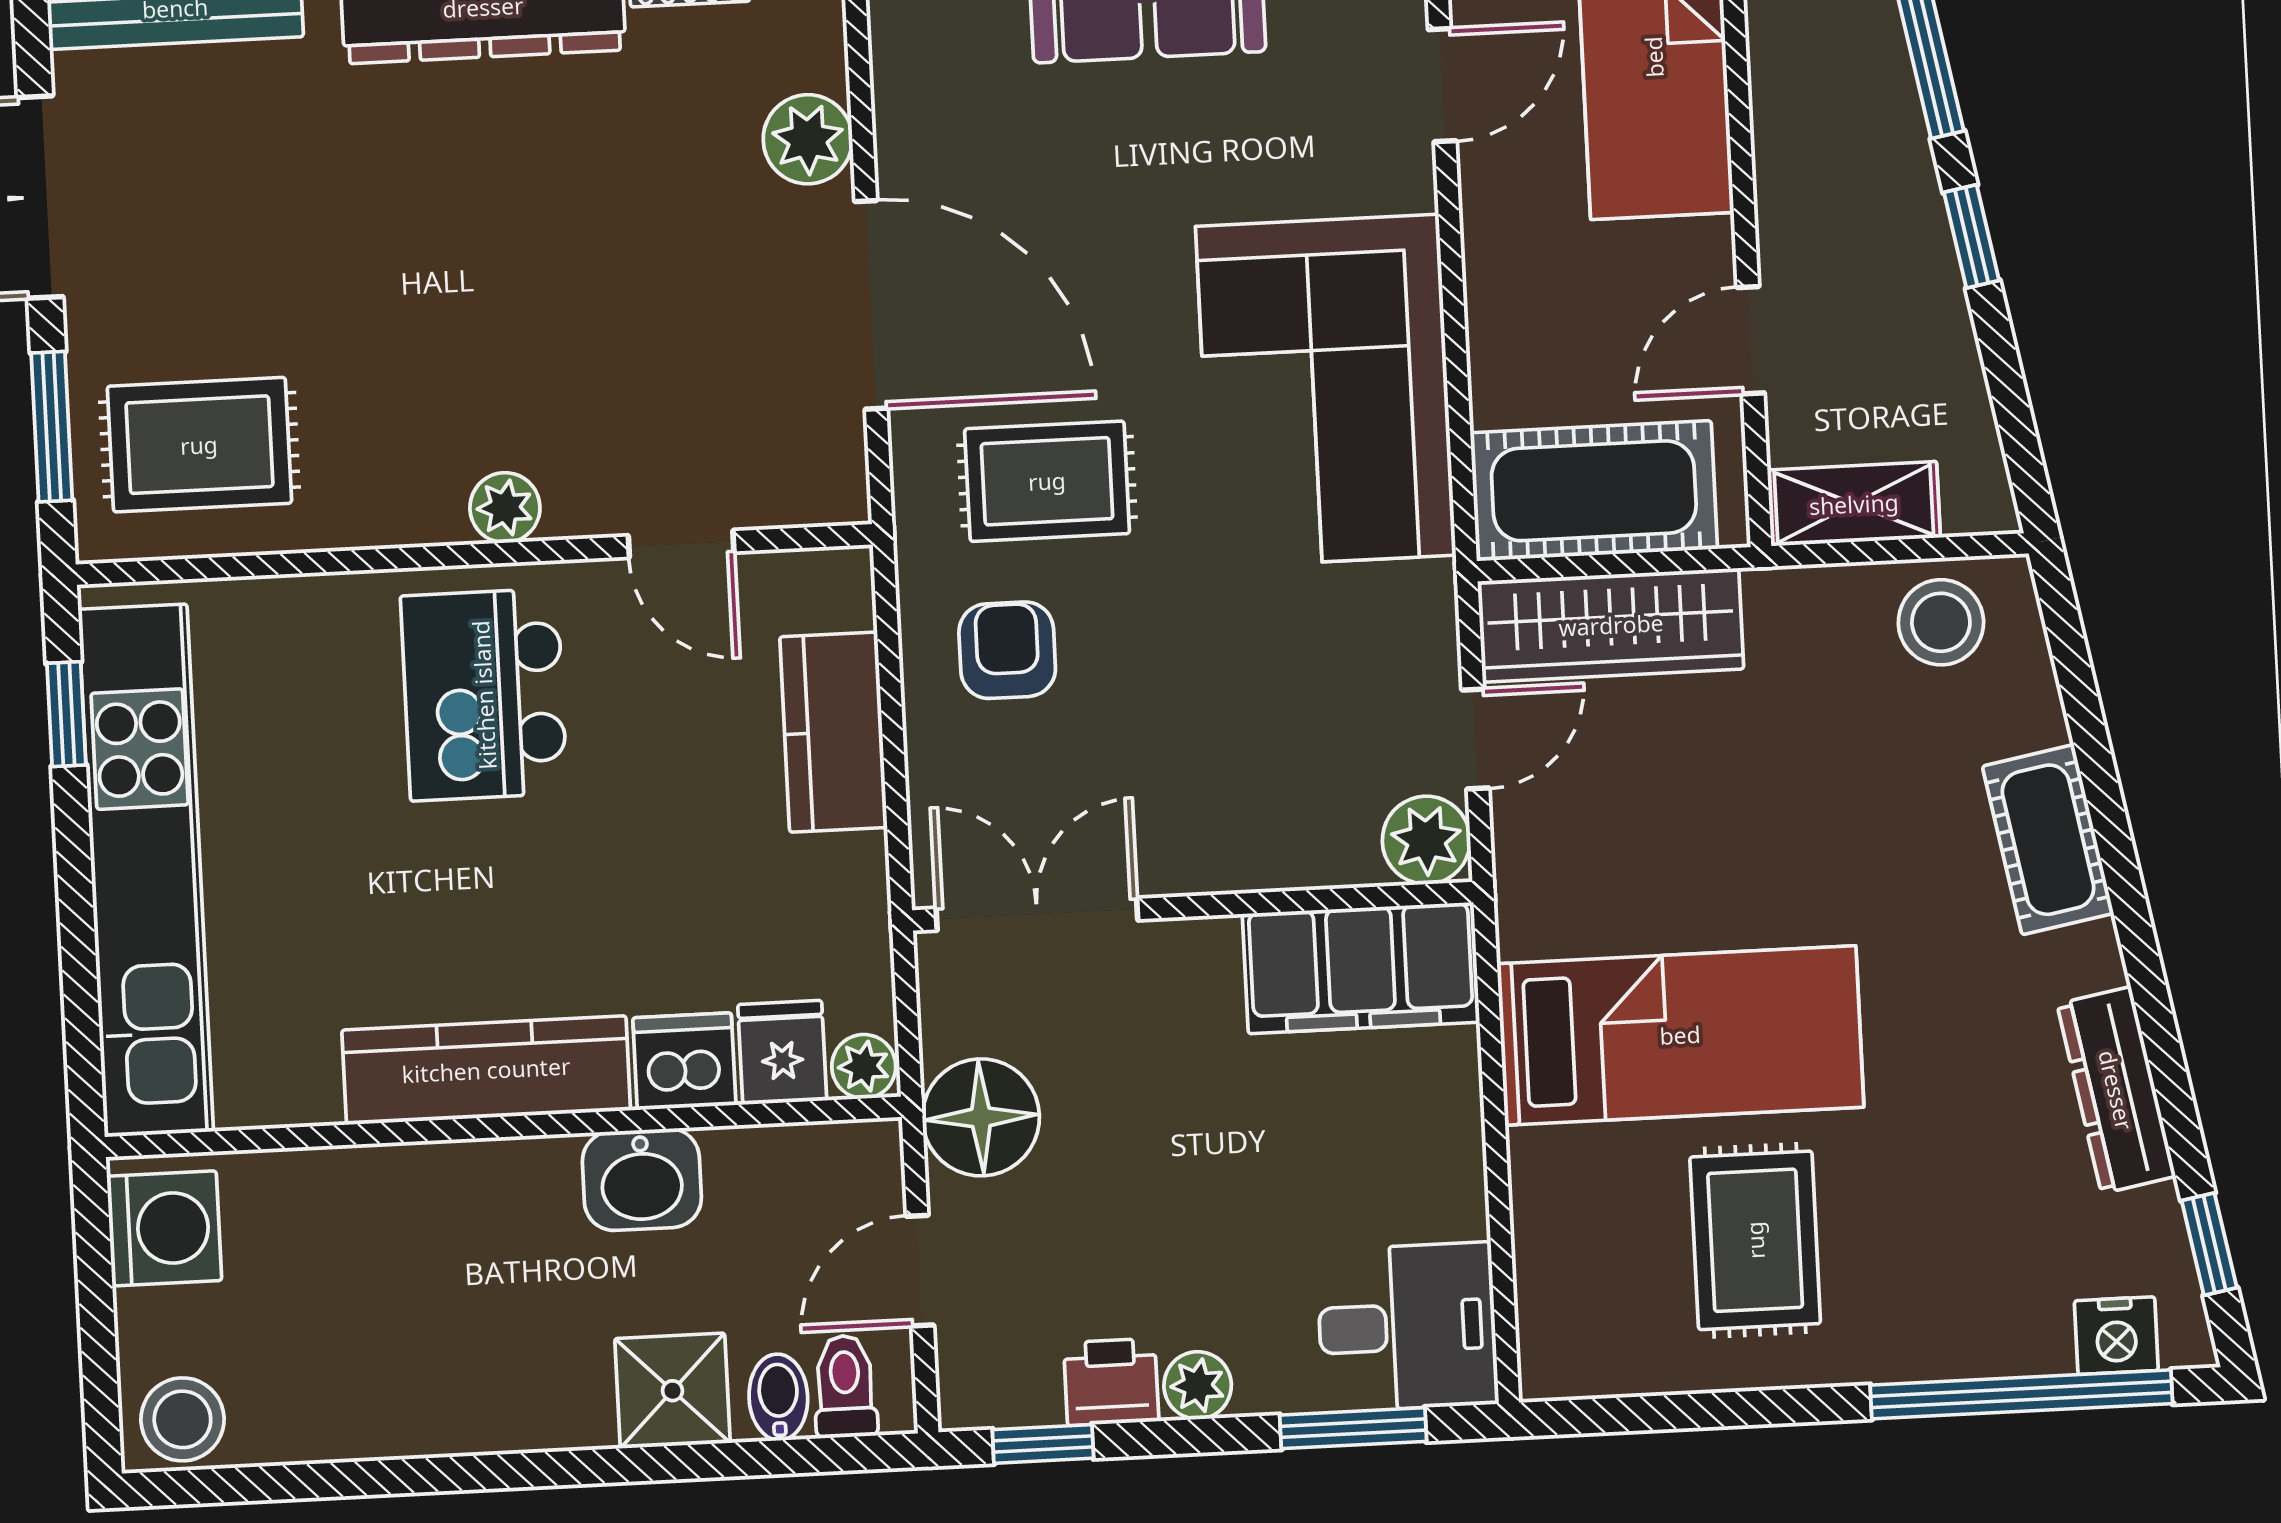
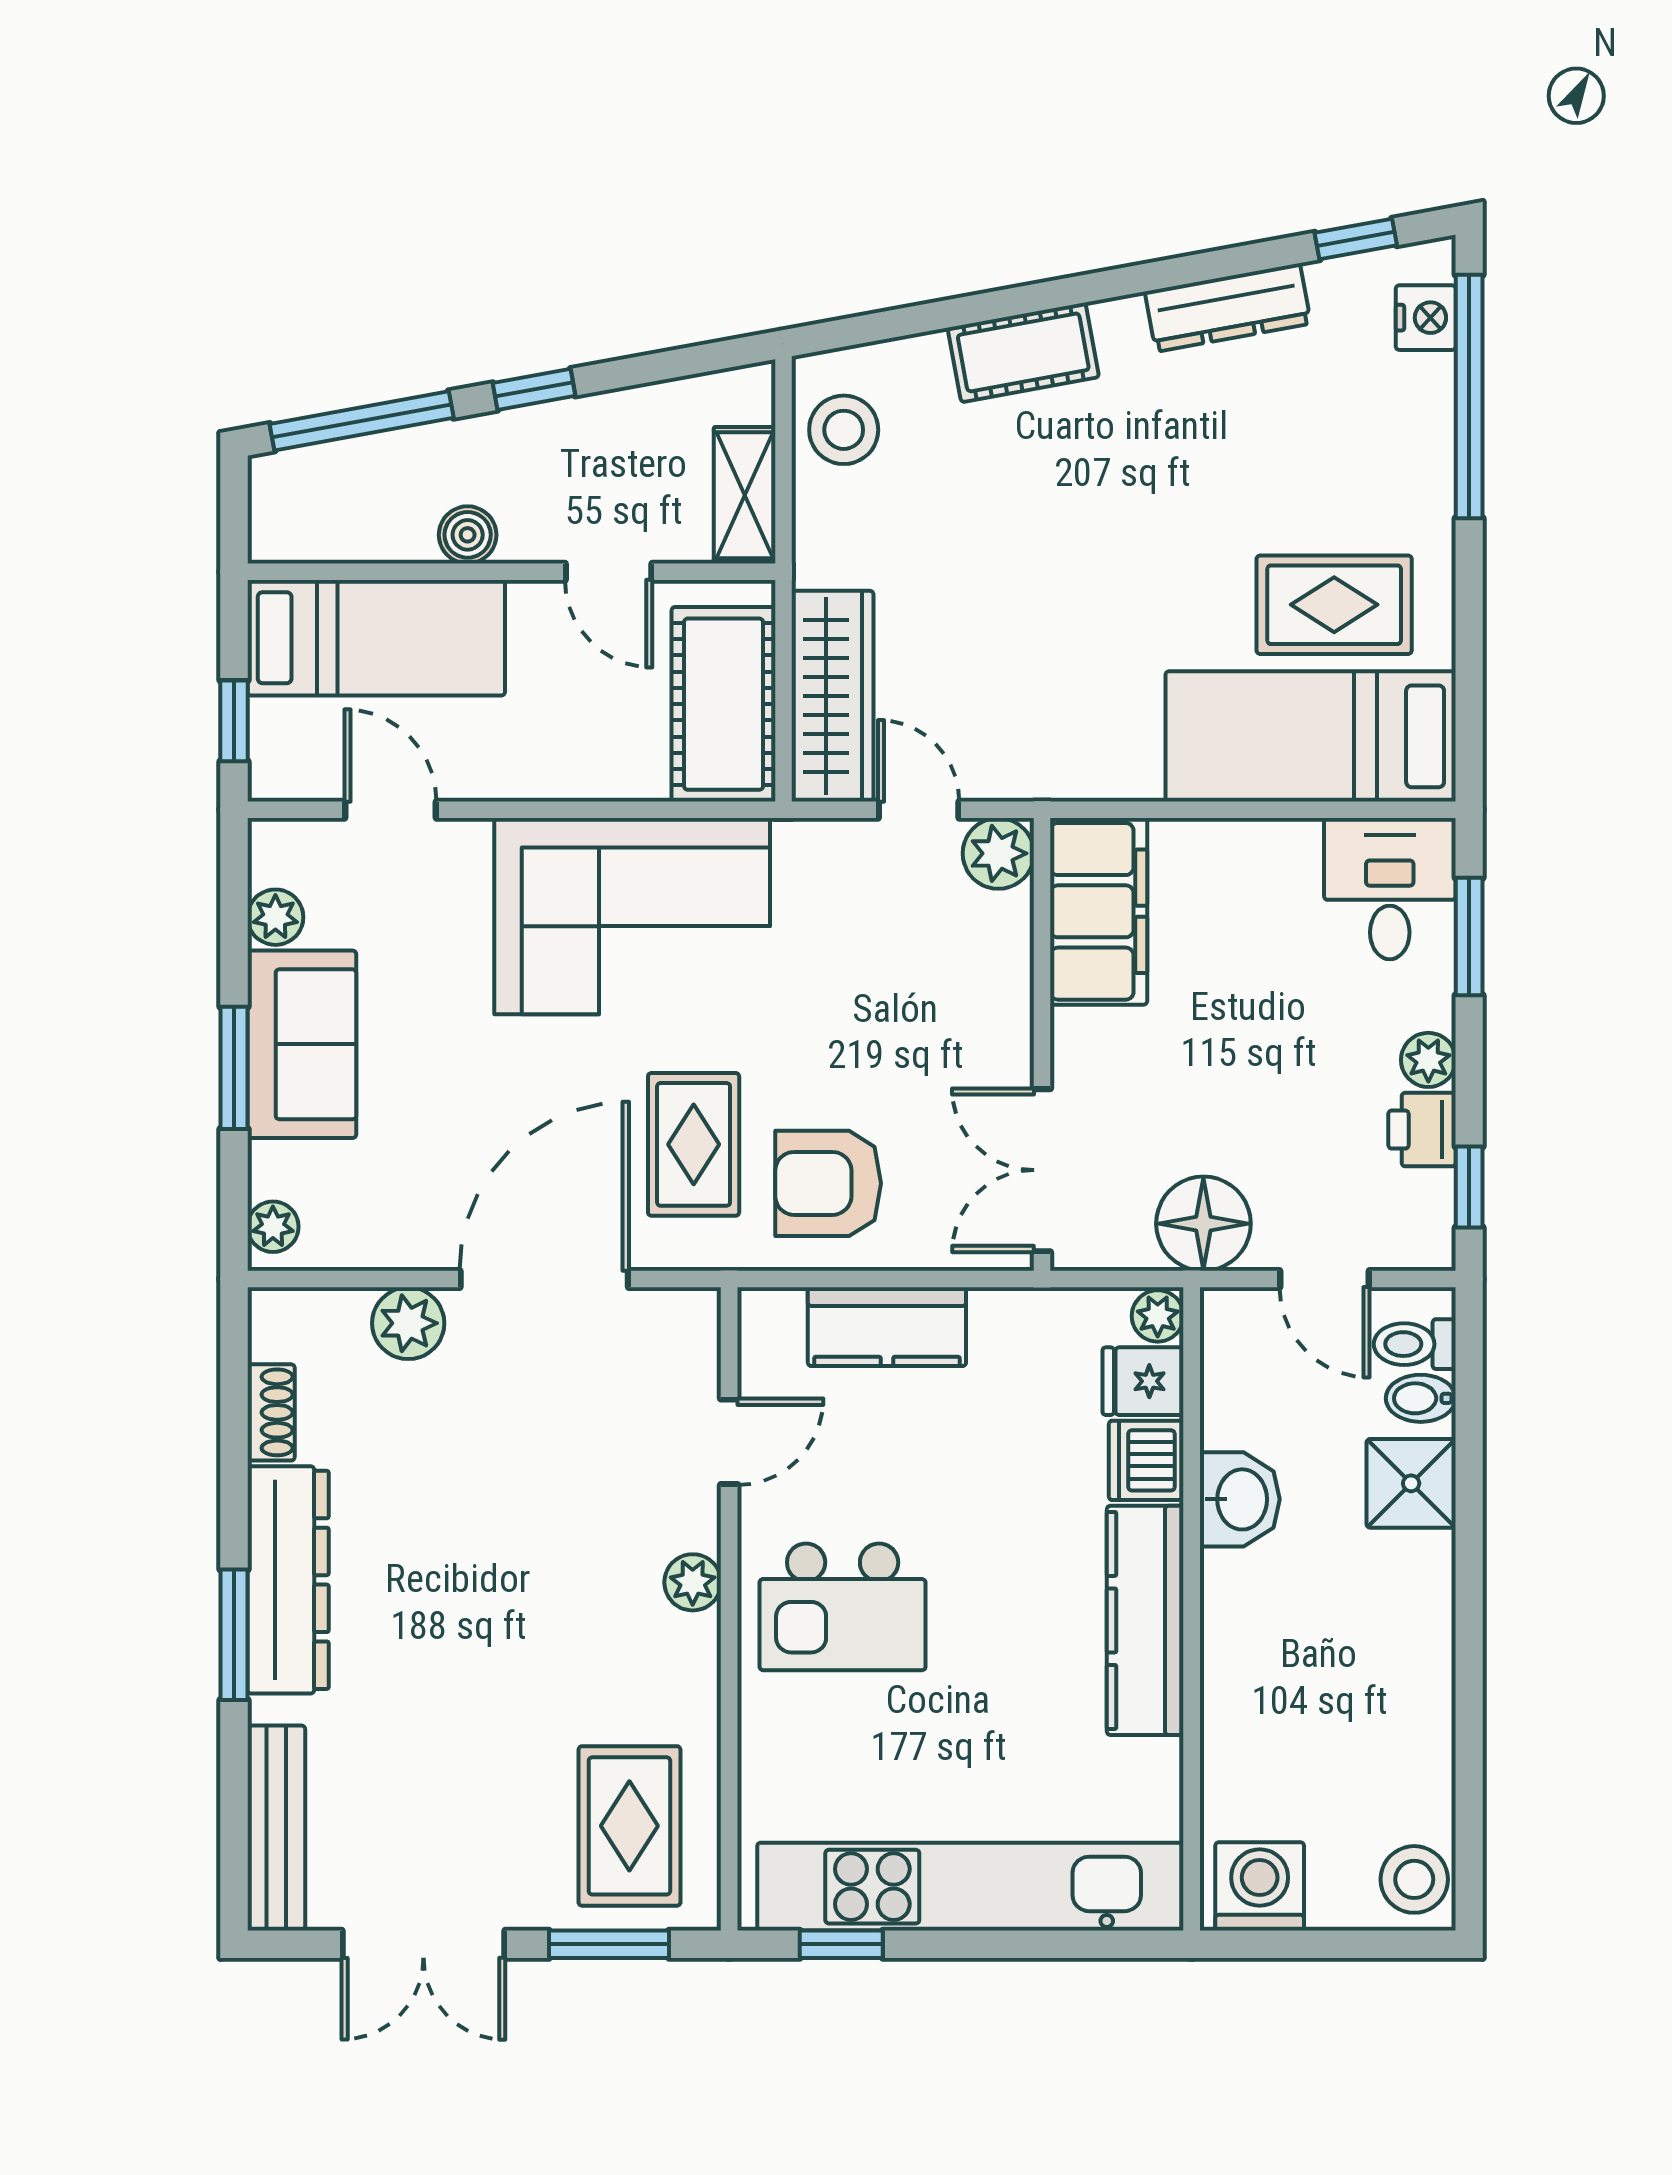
boiler: (1787, 163) -> (468, 535), added
armchair: (1007, 650) -> (828, 1183), width x1.38, depth x1.38
bed: (1680, 1035) -> (1311, 736), moved, turned -90

